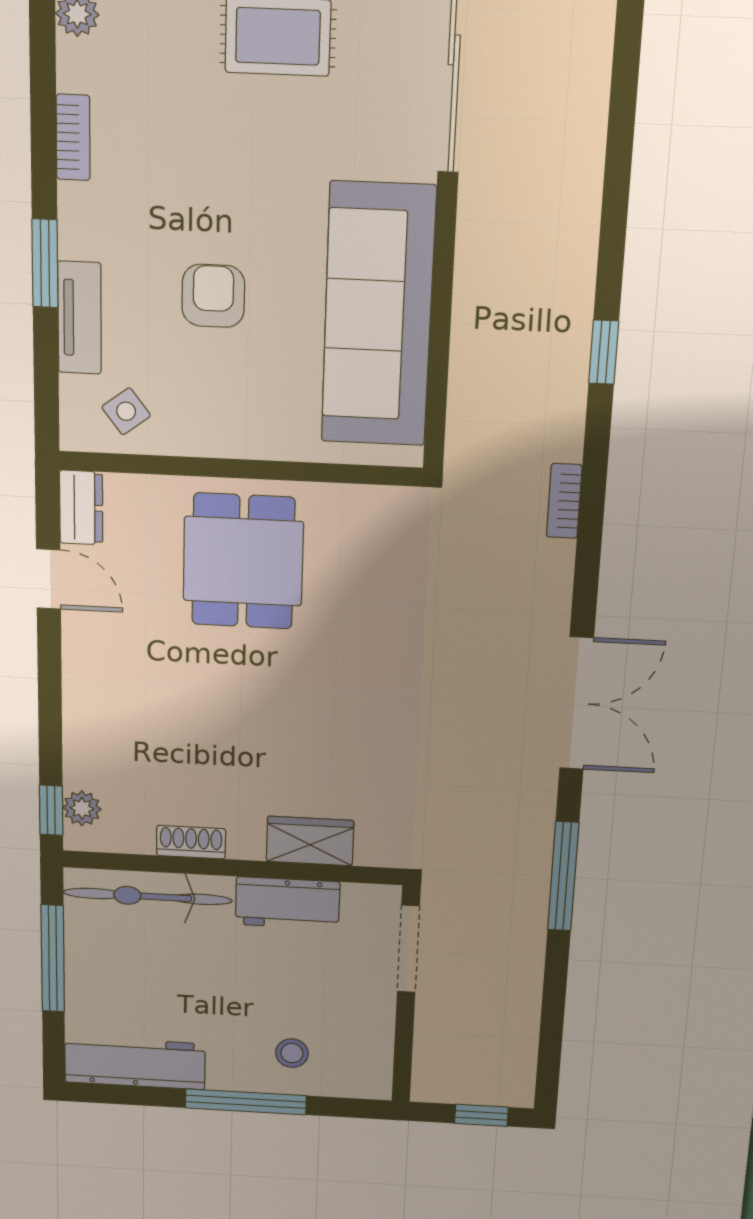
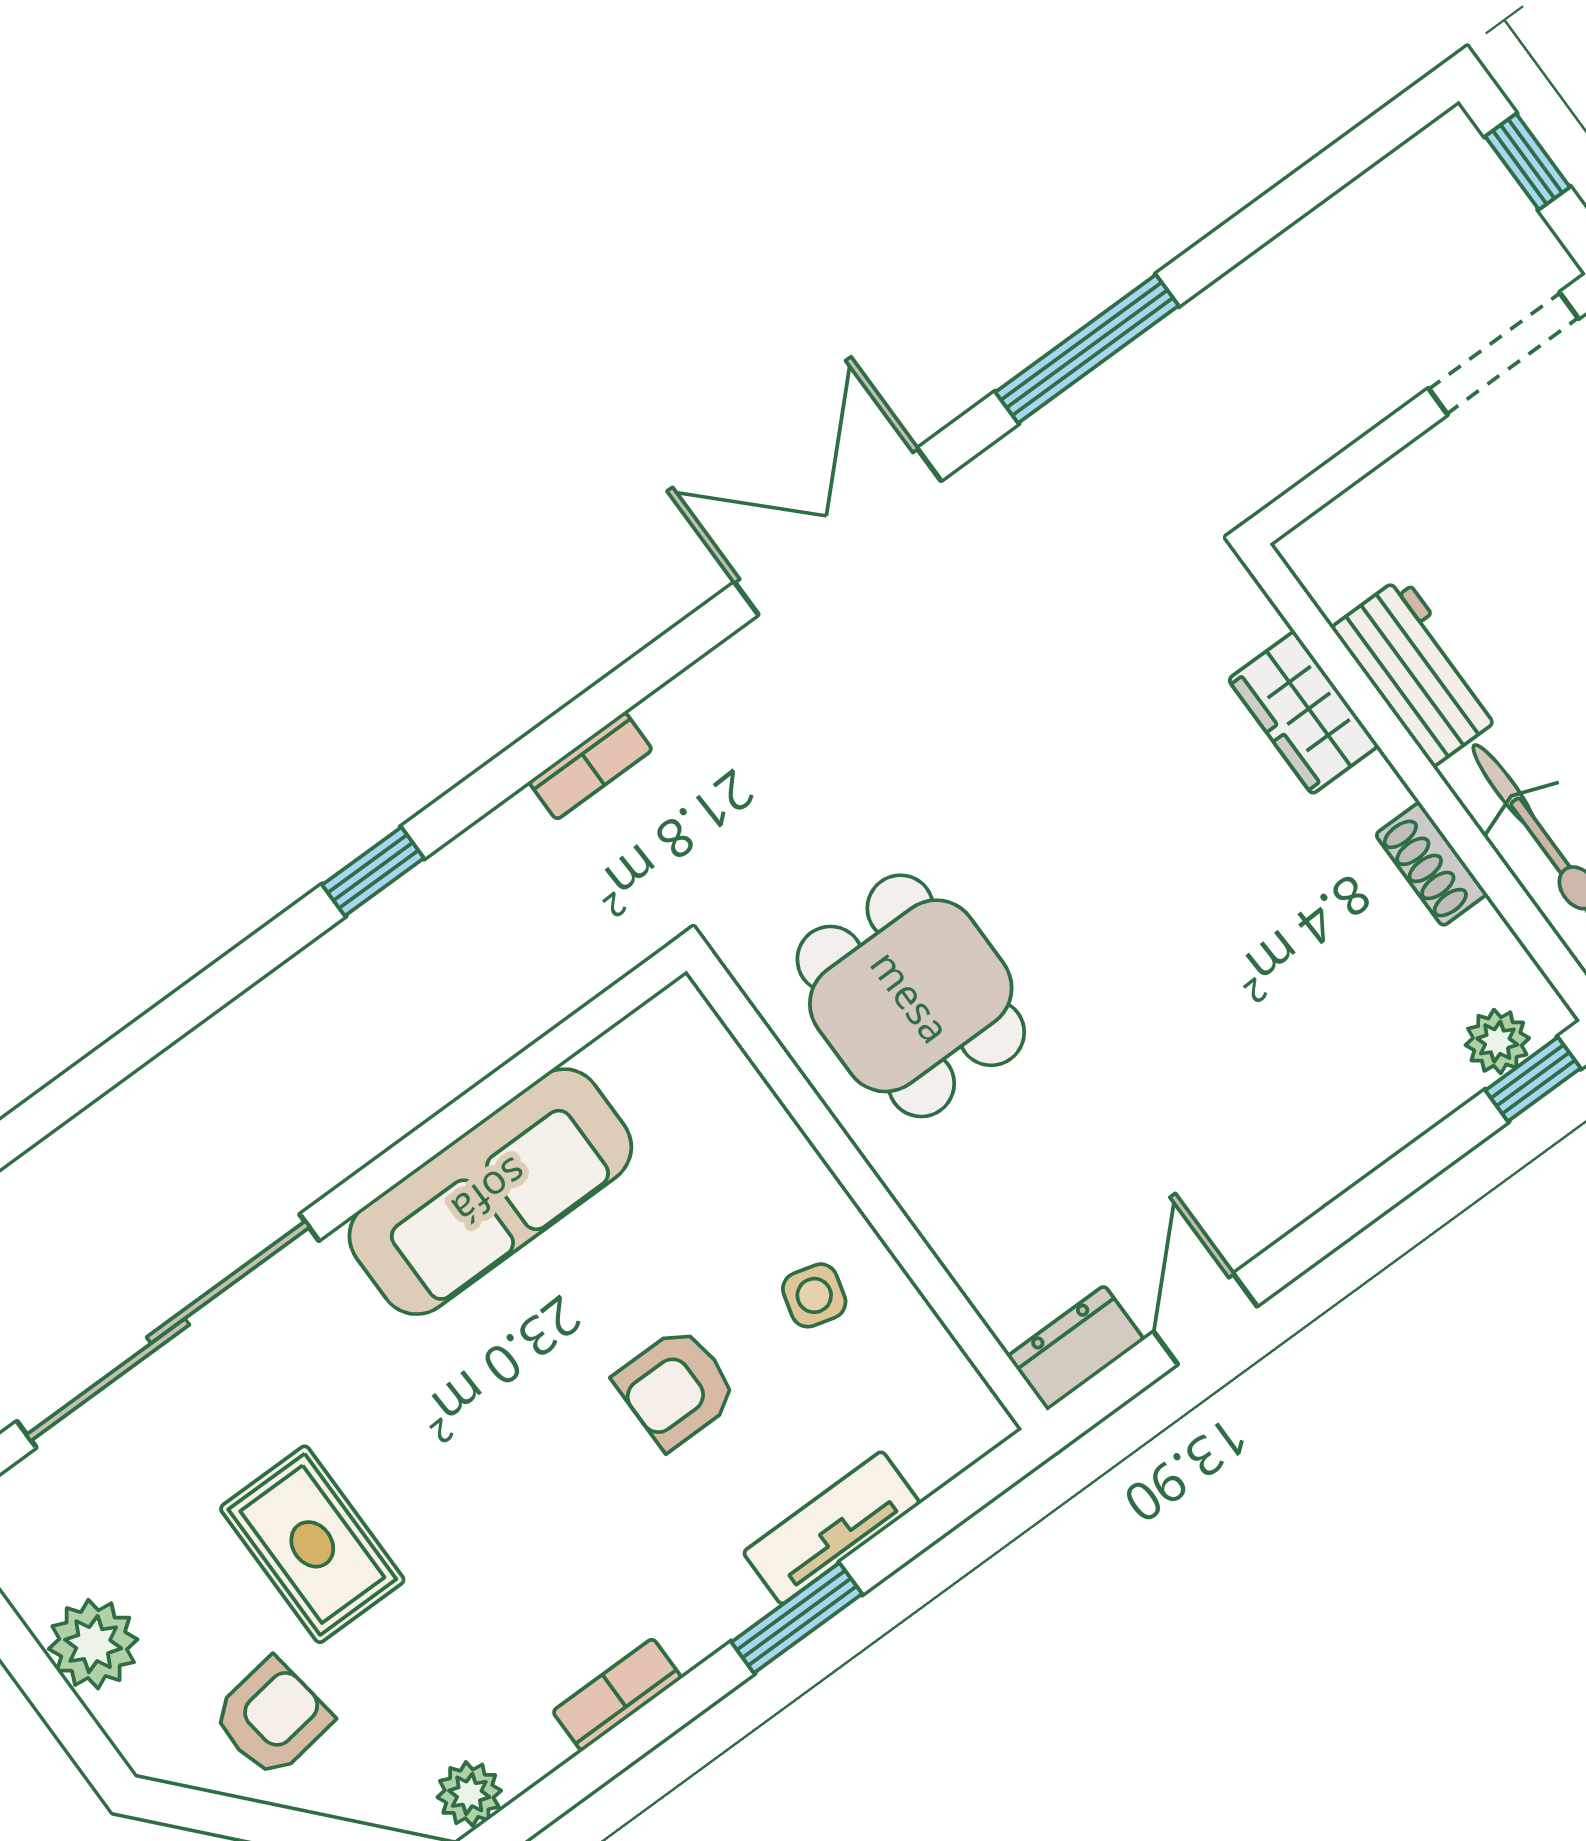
sofa: (378, 315) -> (490, 1192), width x0.74, depth x0.79
side table: (126, 411) -> (814, 1295), moved, turned -38
dining table: (243, 561) -> (911, 996), moved, turned 90
doorway: (408, 949) -> (1504, 353), moved

